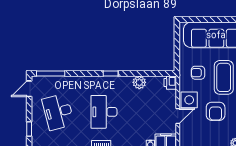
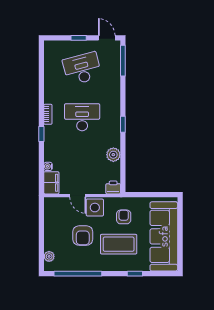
armchair: (216, 111) -> (83, 236), turned -90
window: (29, 129) -> (79, 38), moved

